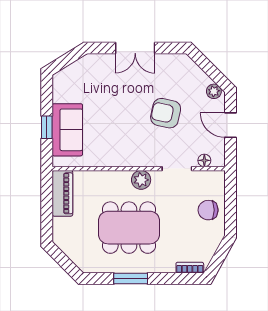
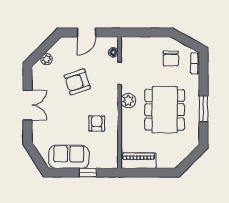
plant: (214, 91) -> (47, 59), moved
armchair: (166, 113) -> (77, 82), turned 60
sofa: (67, 130) -> (69, 157), moved
armchair: (111, 139) -> (97, 123), added
chair: (208, 210) -> (171, 58), moved

